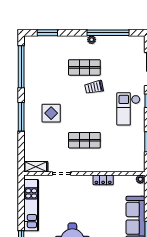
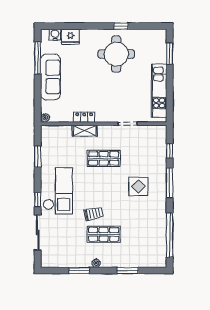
window: (47, 33) -> (128, 271), moved
window: (108, 33) -> (79, 271), width x0.47
checkout: (128, 109) -> (58, 191), width x1.36, depth x1.21
window: (21, 147) -> (170, 151), added
shelving: (36, 167) -> (85, 131), moved

